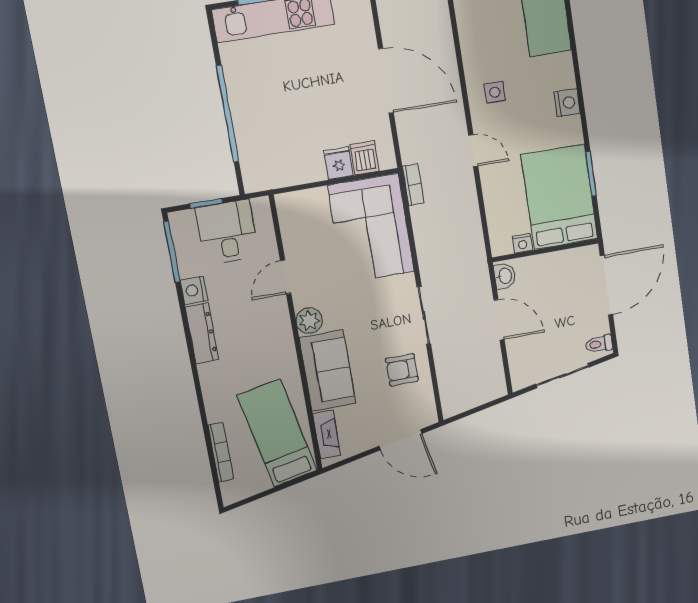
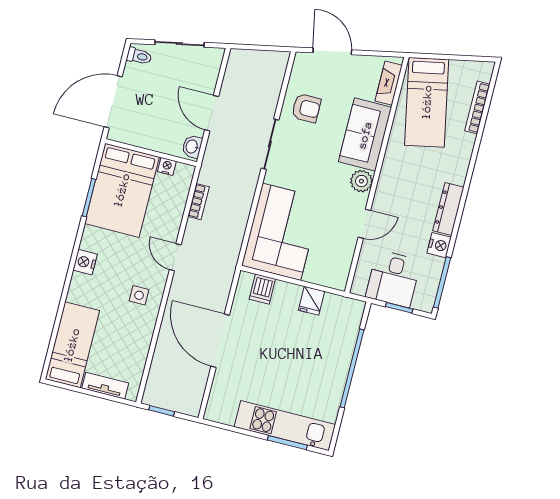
fridge: (339, 163) -> (312, 301), moved
bookcase: (413, 185) -> (199, 202), moved, turned 180

